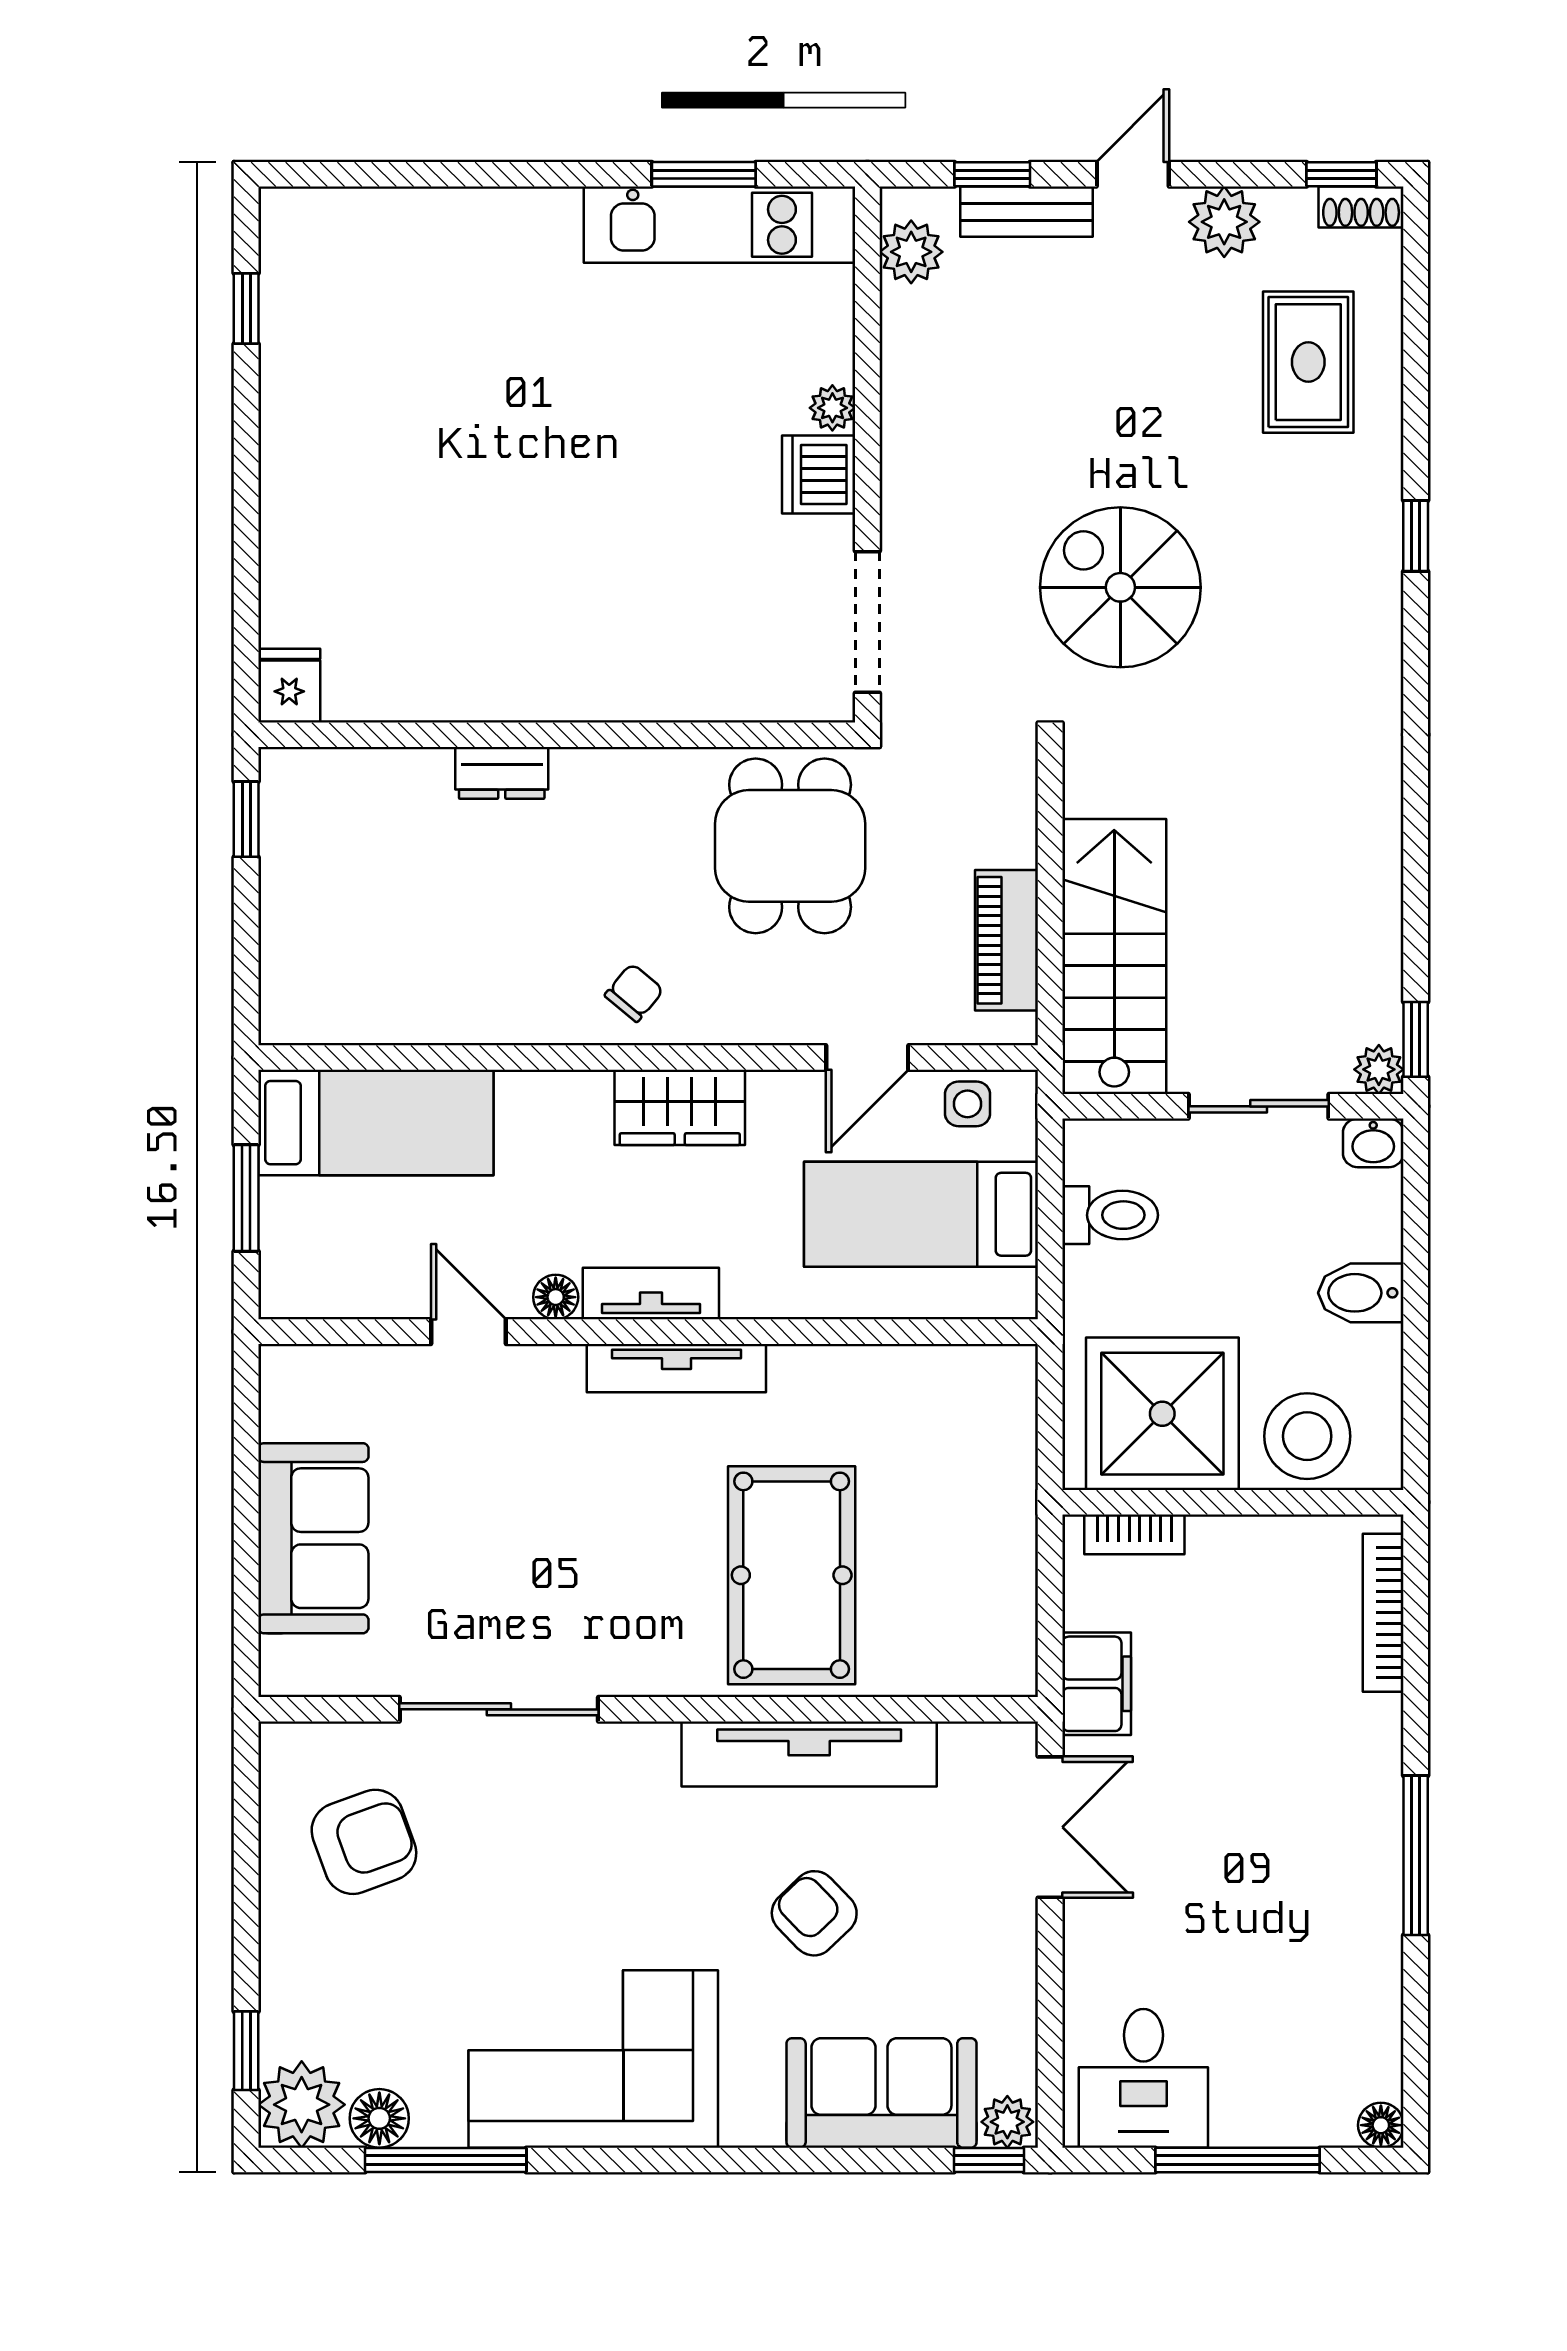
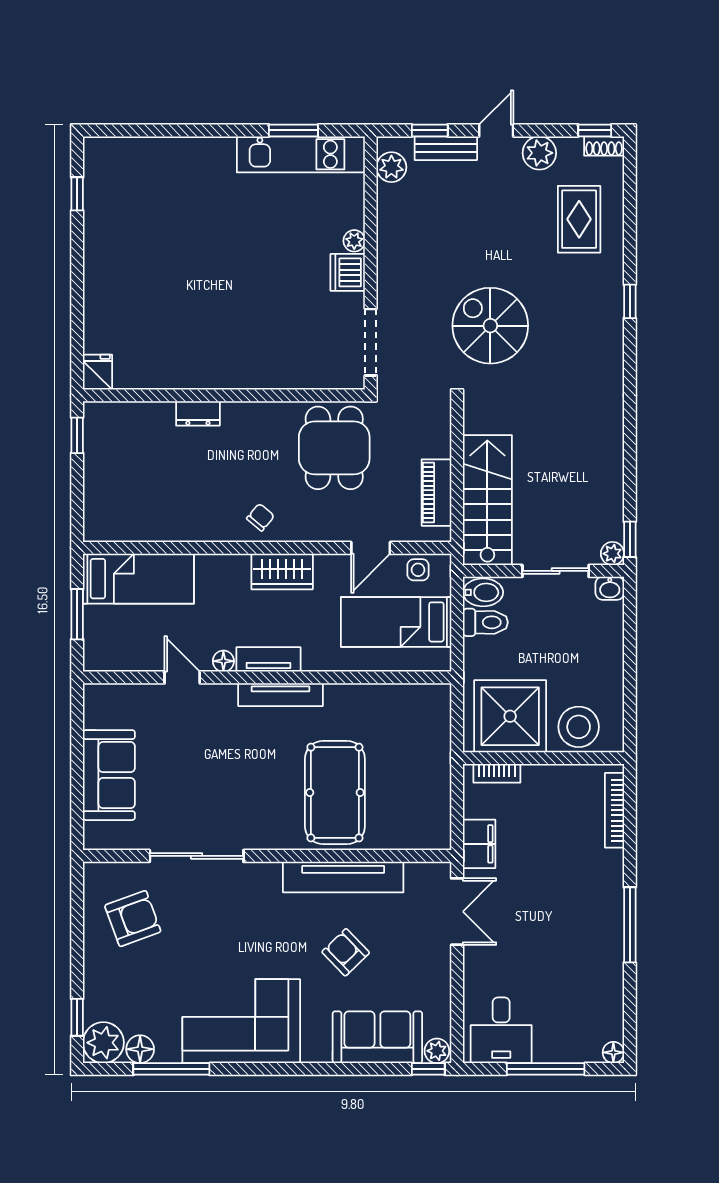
bidet: (1361, 1293) -> (483, 592), moved, turned 180

